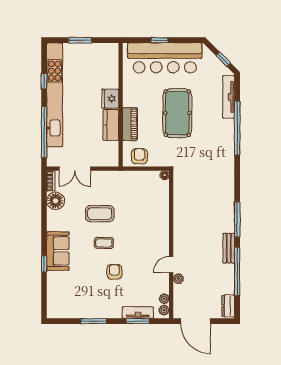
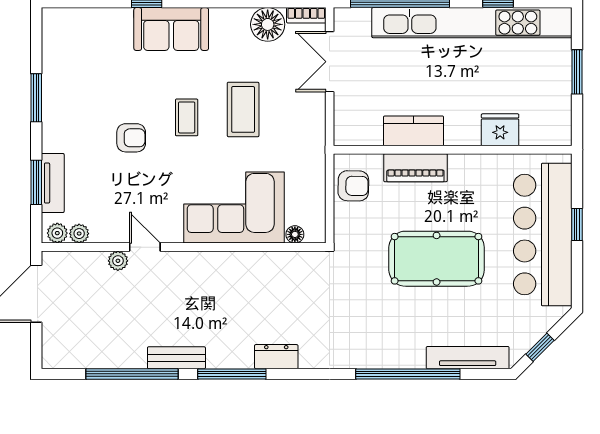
fridge: (110, 99) -> (500, 130), moved
floor lamp: (165, 175) -> (295, 234), moved
corner sofa: (151, 218) -> (234, 208), added
dresser: (228, 306) -> (276, 357), moved

